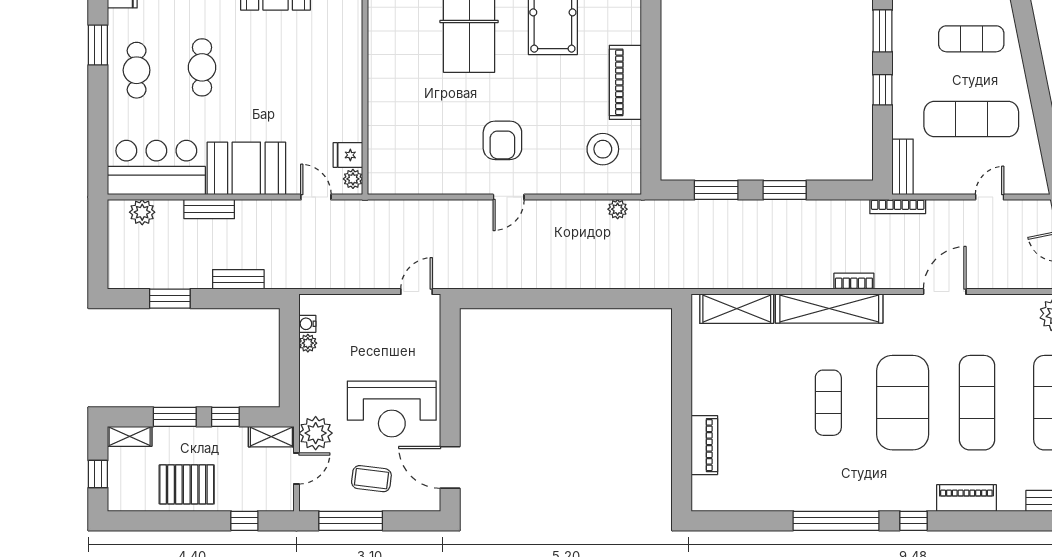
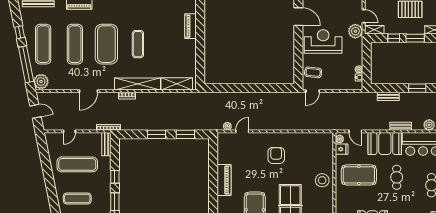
cafe table: (202, 67) -> (397, 177), moved
pool table: (308, 94) -> (359, 175), added
stool: (603, 149) -> (322, 180), moved
door: (509, 197) -> (242, 131), moved
door: (296, 469) -> (364, 16), swing flipped
coffee table: (371, 479) -> (313, 72), moved

